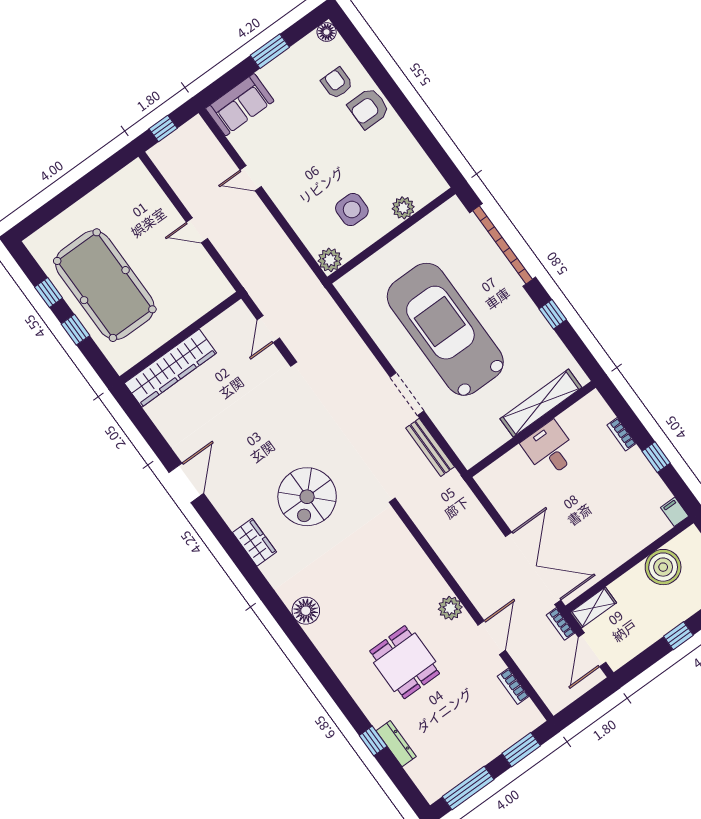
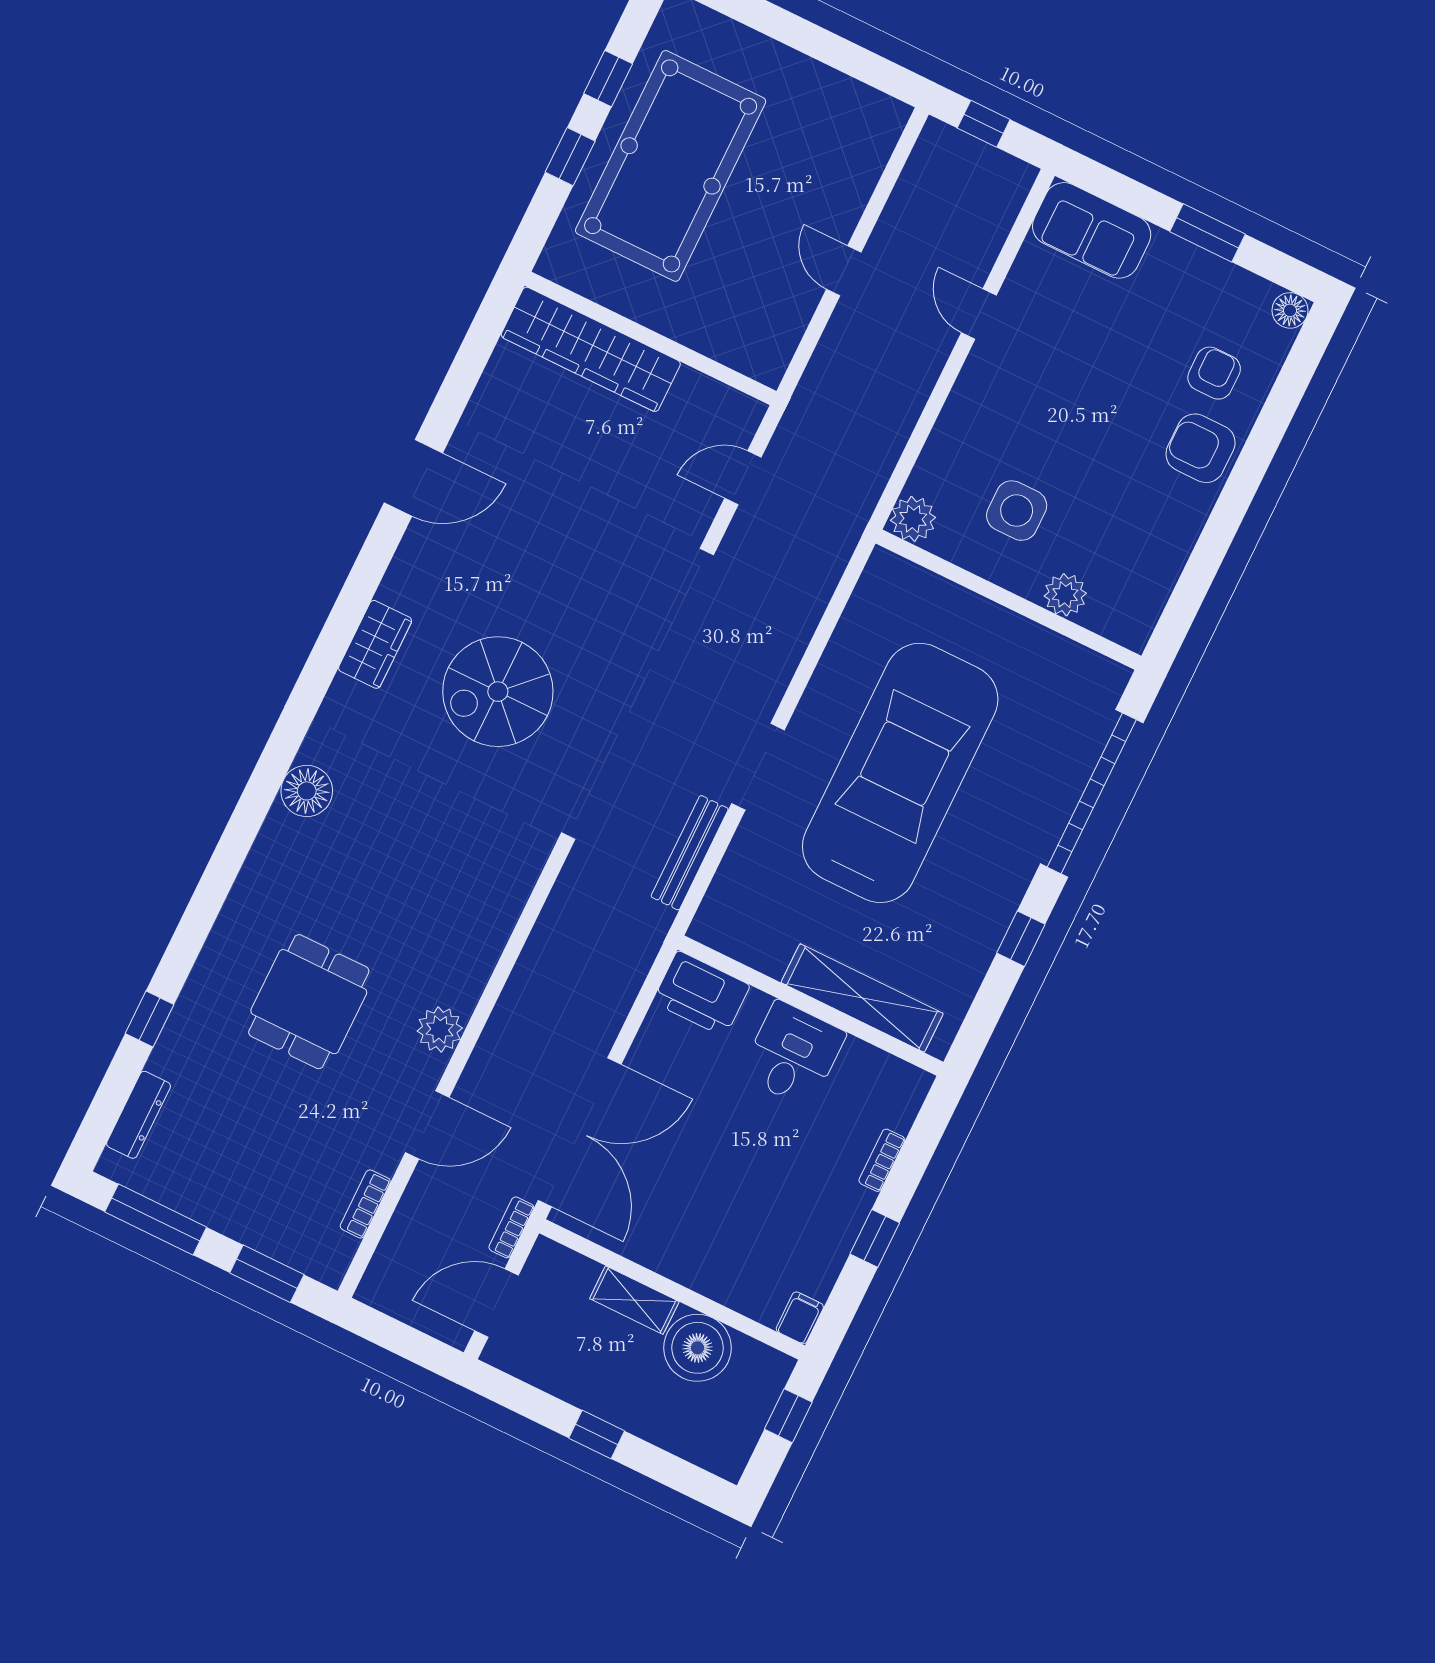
printer: (499, 477) -> (701, 994), added
shelving: (593, 608) -> (634, 1300), moved
dresser: (396, 744) -> (139, 1115), moved

